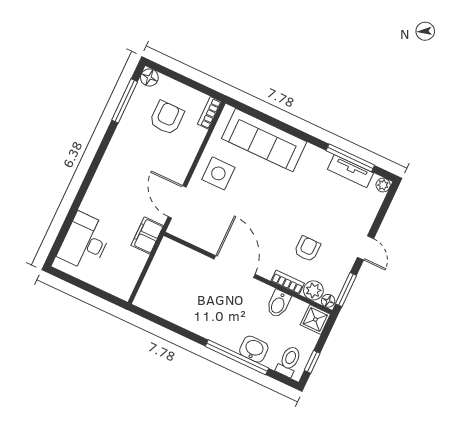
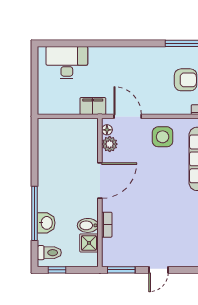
door: (177, 202) -> (128, 116), hinge flipped
armchair: (307, 249) -> (138, 228), removed
plant: (313, 290) -> (110, 144), moved
floor lamp: (328, 301) -> (107, 130), moved
shower: (315, 319) -> (89, 243), moved

